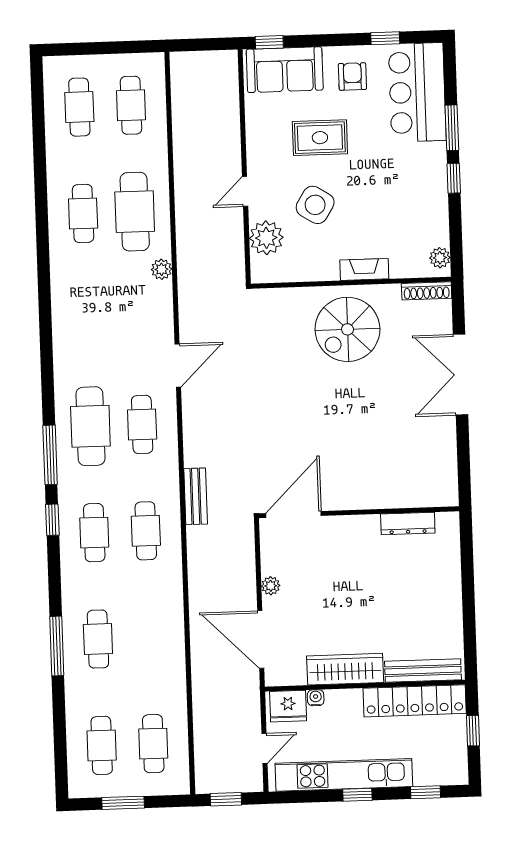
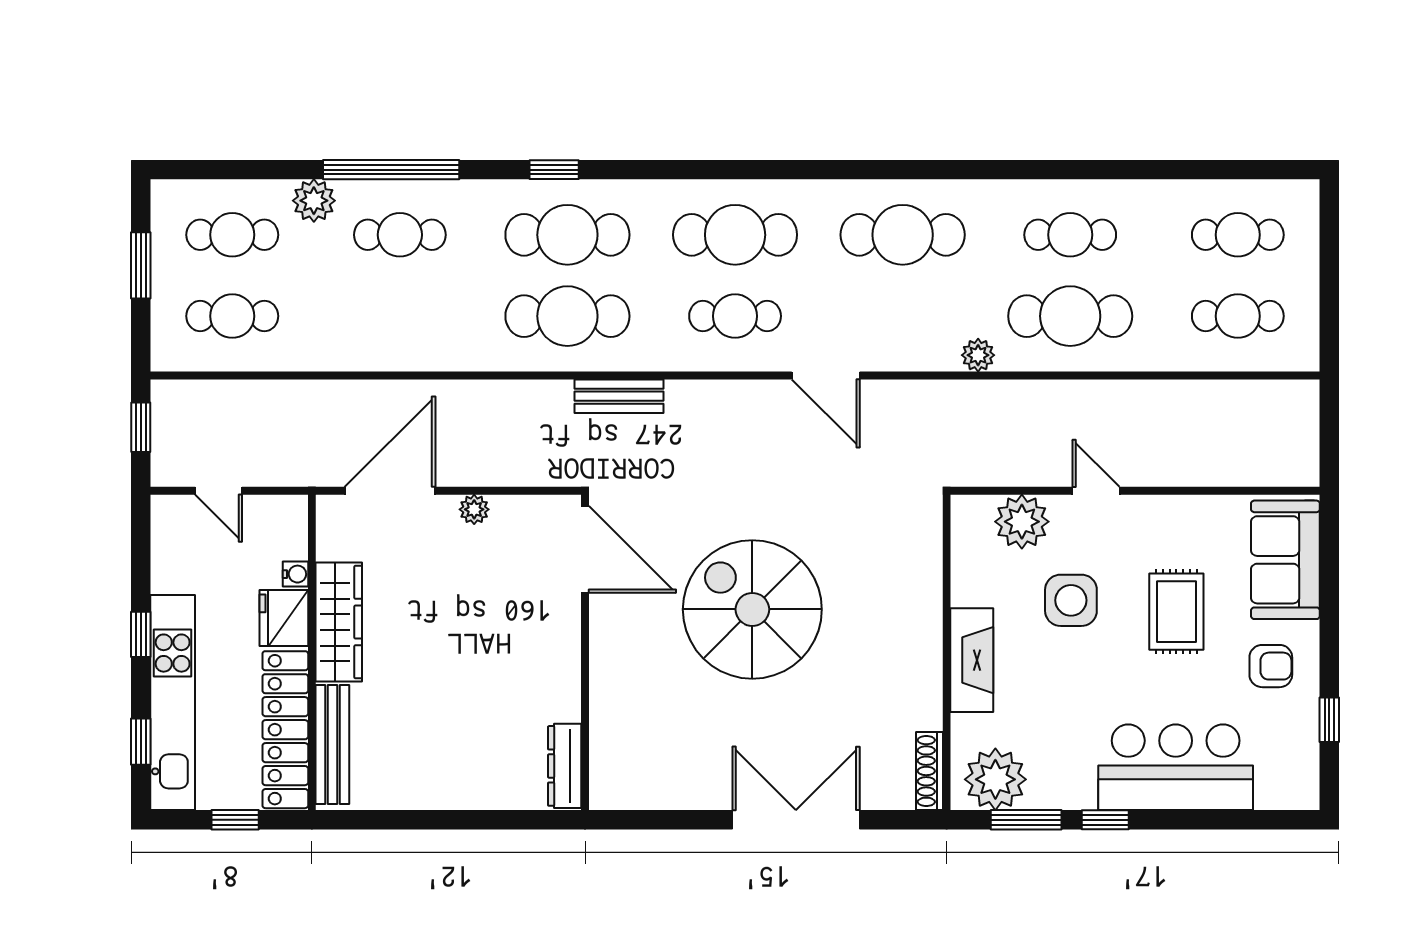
window: (269, 42) -> (1329, 537), removed
bar counter: (417, 92) -> (1176, 767), moved
window: (452, 128) -> (1026, 820), moved
side table: (315, 205) -> (1071, 600), turned -32
plant: (440, 258) -> (995, 779), width x1.87, depth x1.87
fireplace: (364, 269) -> (972, 660), width x1.37, depth x1.32
cafe table: (87, 320) -> (903, 235), added
spiral stairs: (347, 329) -> (752, 609), moved, width x1.37, depth x1.37
window: (50, 455) -> (692, 170), removed
window: (52, 520) -> (554, 170), moved
dresser: (408, 523) -> (565, 766), moved
cafe table: (146, 531) -> (567, 316), width x1.37, depth x1.35
cafe table: (94, 533) -> (567, 235), width x1.37, depth x1.35
window: (57, 646) -> (391, 170), width x1.46
plant: (78, 694) -> (314, 201), added
fridge: (288, 706) -> (284, 618), moved
kitchen unit: (344, 775) -> (173, 703), moved

